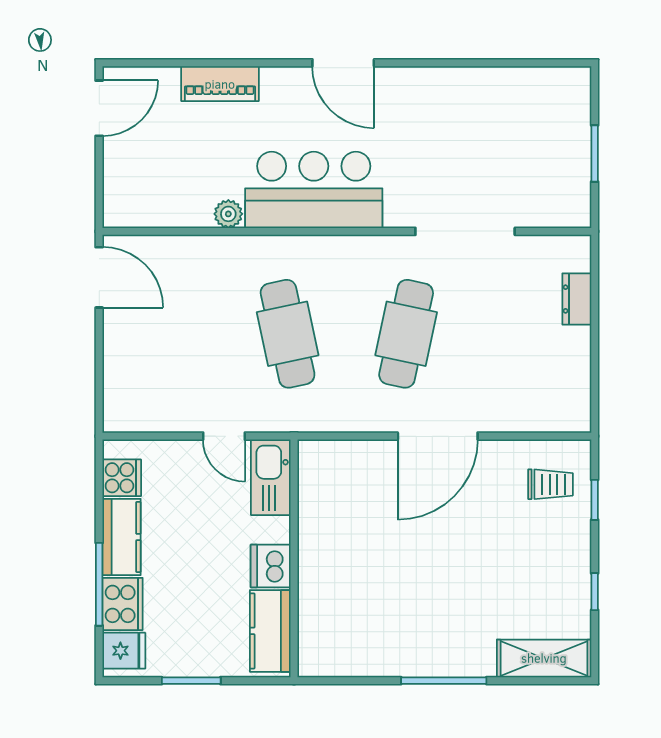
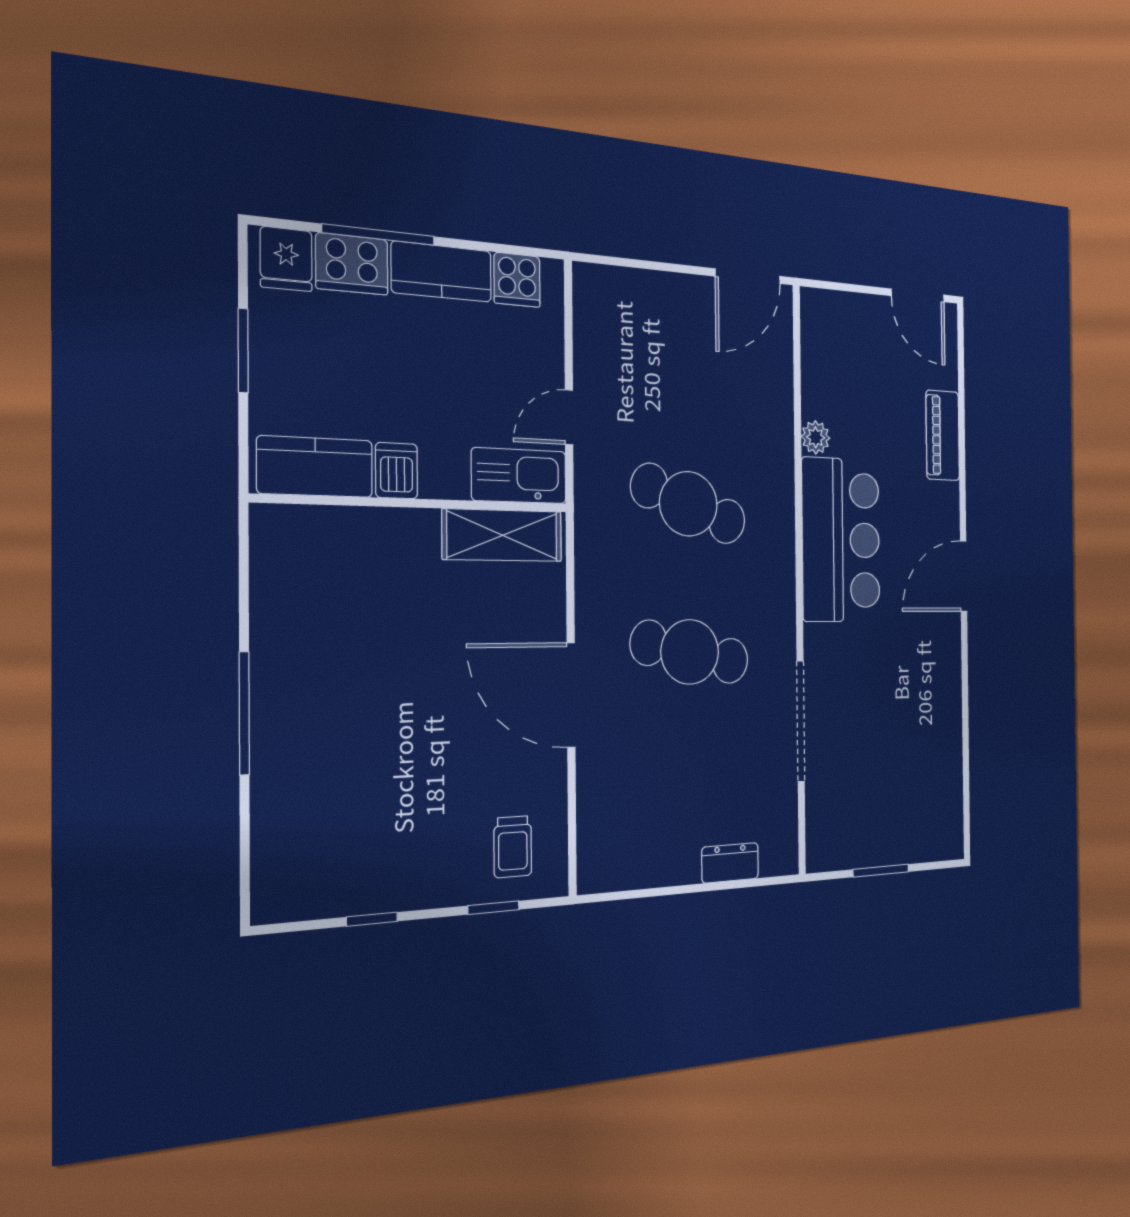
cafe table: (288, 334) -> (688, 504), turned 33
dishwasher: (271, 566) -> (397, 471), width x0.73
shelving: (544, 658) -> (502, 535), moved, turned 90

